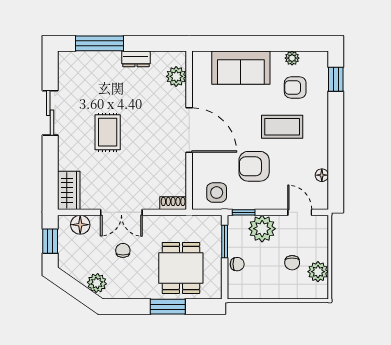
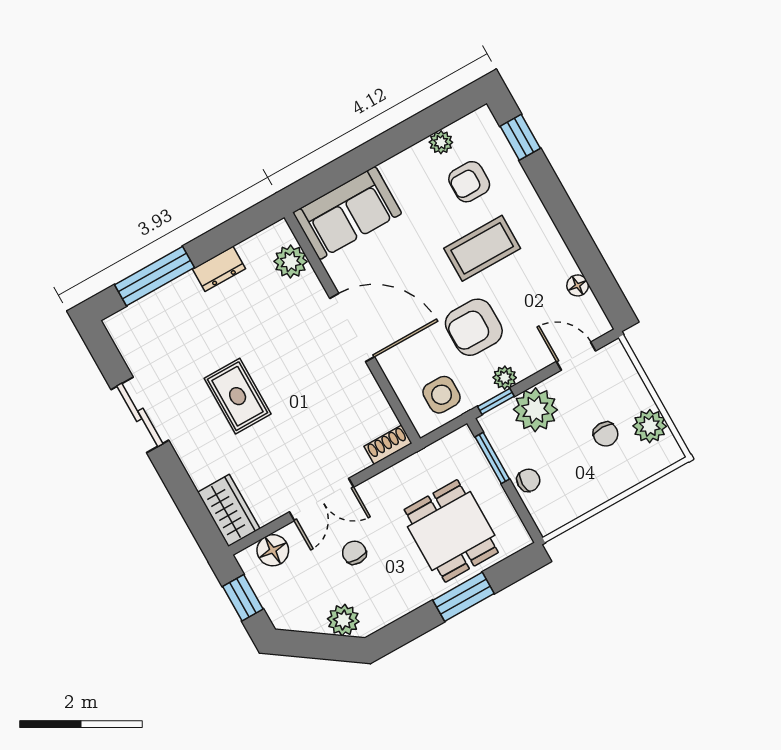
sofa: (241, 68) -> (347, 213), moved
plant: (255, 202) -> (505, 378), added

